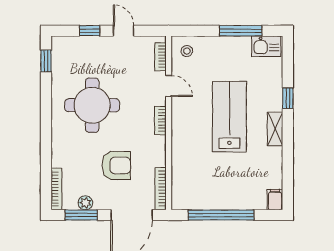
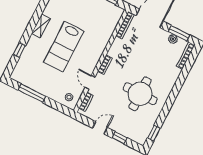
door: (124, 31) -> (100, 128), swing flipped
kitchen sink: (266, 46) -> (21, 76), removed
window: (288, 98) -> (19, 50), moved
armchair: (116, 165) -> (144, 52), removed

